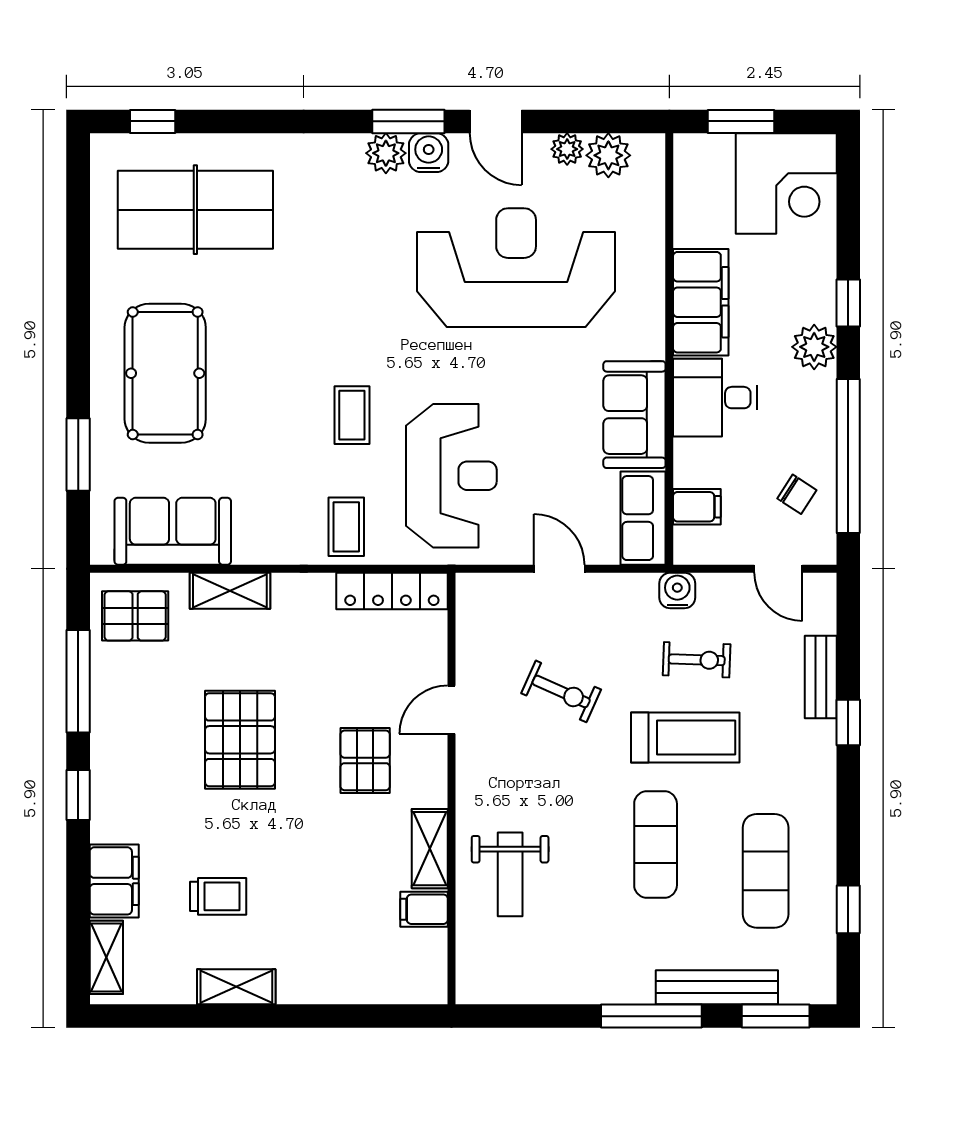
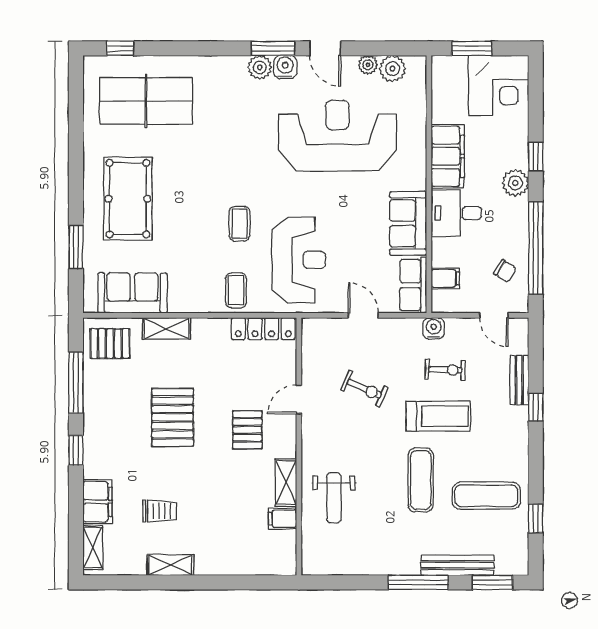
exercise mat: (766, 871) -> (486, 496), turned 90

